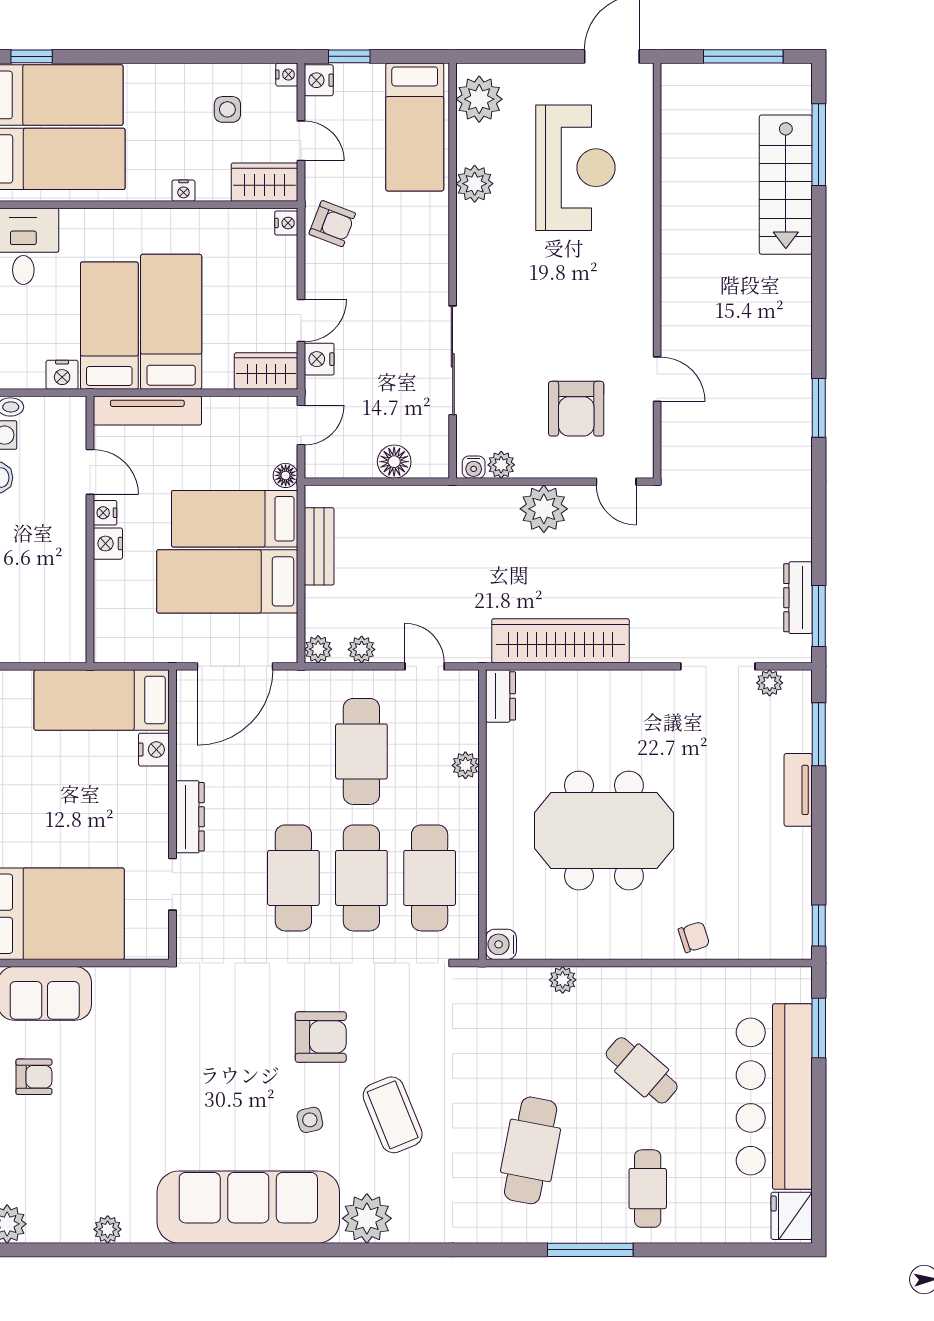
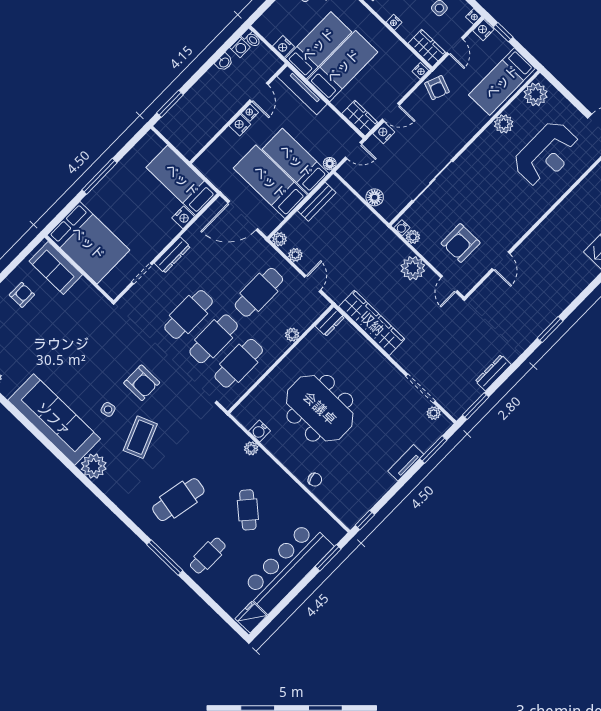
dresser: (798, 598) -> (493, 373), moved
water cooler: (501, 944) -> (259, 431), moved, turned -90
armchair: (34, 1077) -> (22, 295), turned -90

